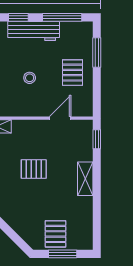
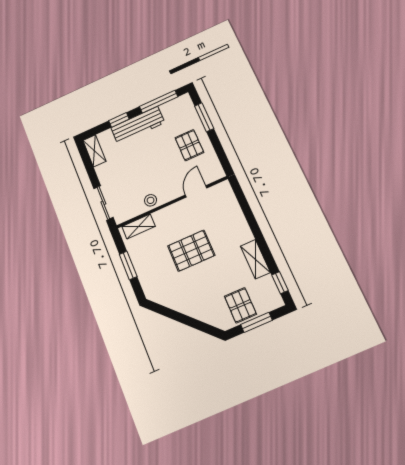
stool: (30, 78) -> (151, 200), moved
window: (97, 139) -> (280, 283), moved
pallet: (34, 169) -> (191, 251), width x1.50, depth x1.42
shelving: (85, 179) -> (255, 259), moved

